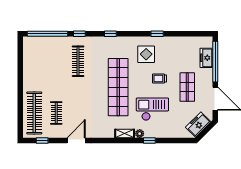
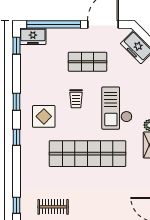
window: (110, 34) -> (16, 137), moved
window: (199, 34) -> (16, 46), added
freezer: (206, 58) -> (33, 36), moved
clothes rail: (78, 61) -> (53, 207), width x0.73

